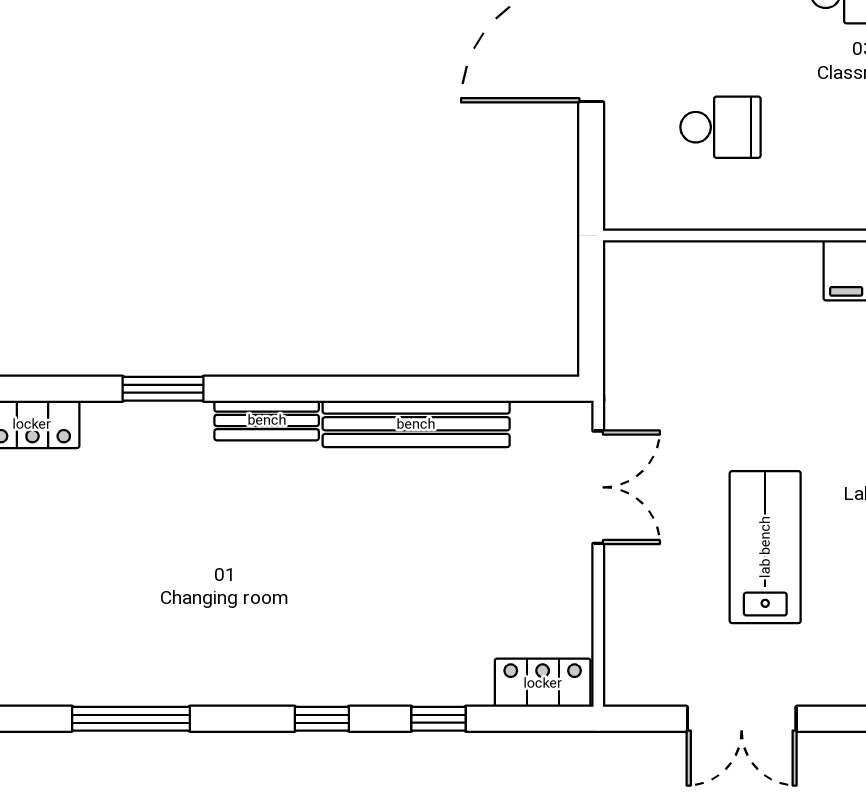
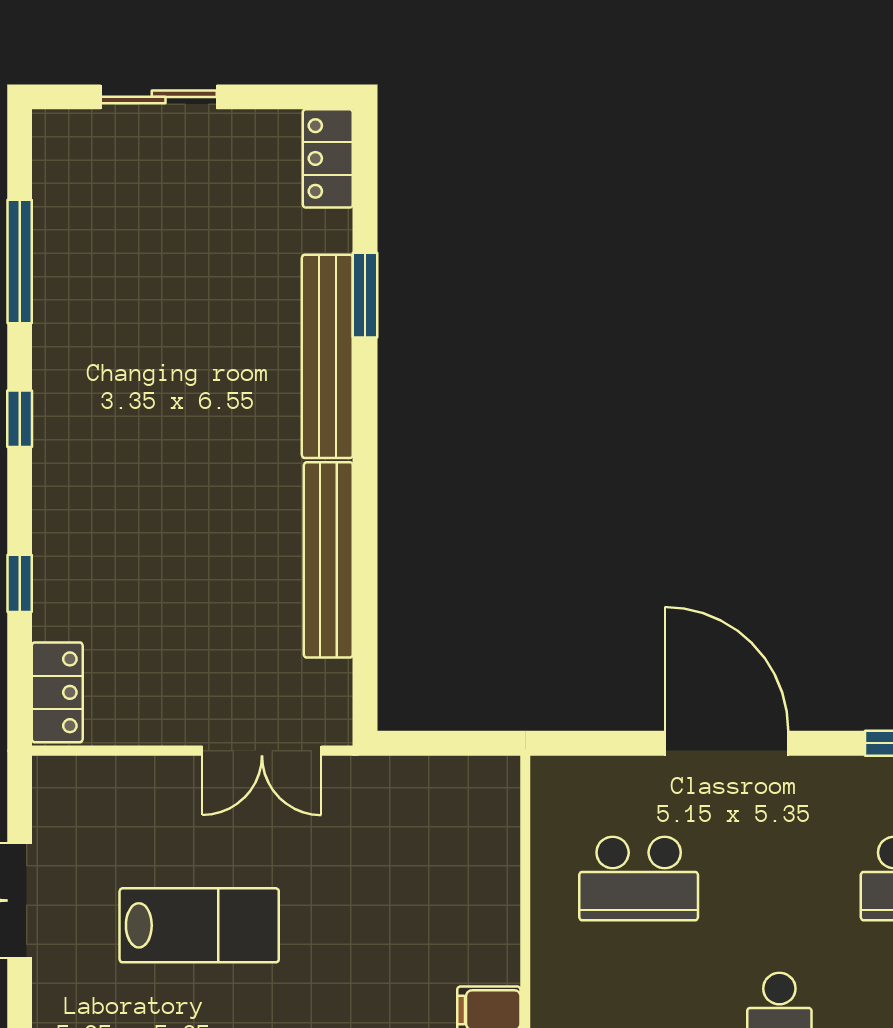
school desk: (720, 127) -> (639, 878), width x1.85
bench: (267, 420) -> (327, 356), width x1.86, depth x1.21
window: (322, 719) -> (20, 419), moved

